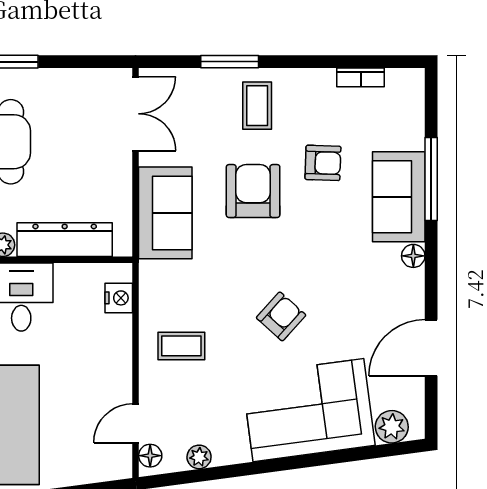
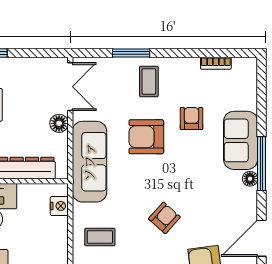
armchair: (323, 163) -> (192, 119), turned -92
floor lamp: (118, 170) -> (59, 123), added
window: (431, 179) -> (262, 164), moved
armchair: (253, 191) -> (146, 137), turned -90
sofa: (165, 213) -> (89, 162), width x1.36

